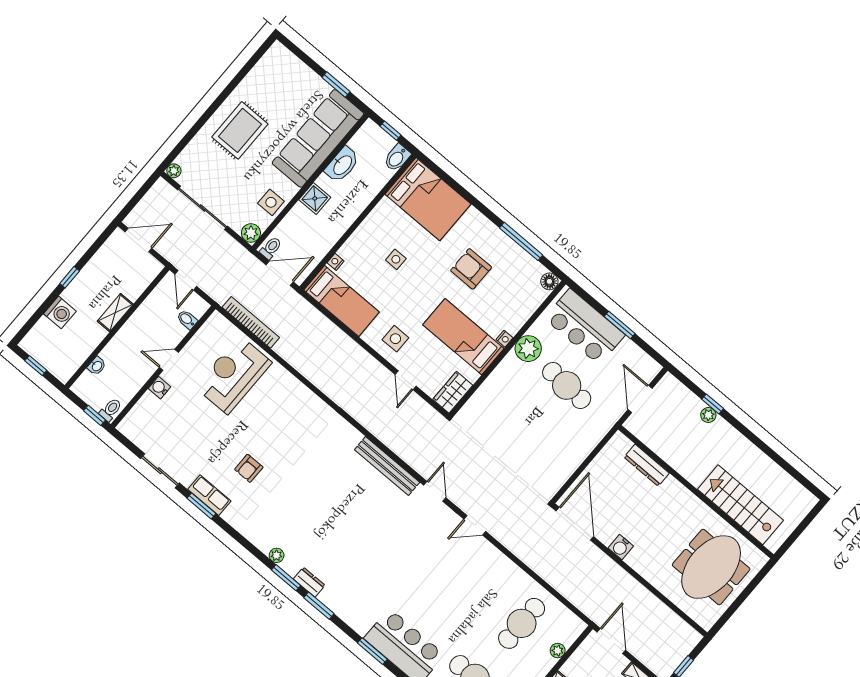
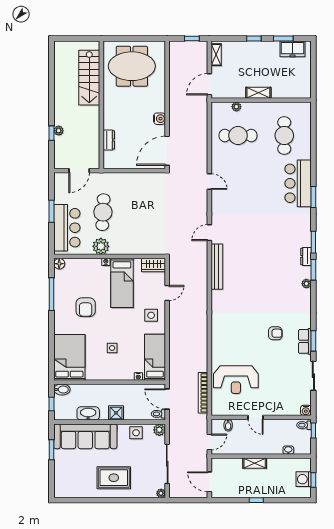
washing machine: (60, 312) -> (304, 479), moved, turned -90
water cooler: (160, 388) -> (306, 410), moved
dresser: (647, 465) -> (109, 140), width x0.70
door: (475, 525) -> (209, 182), moved

